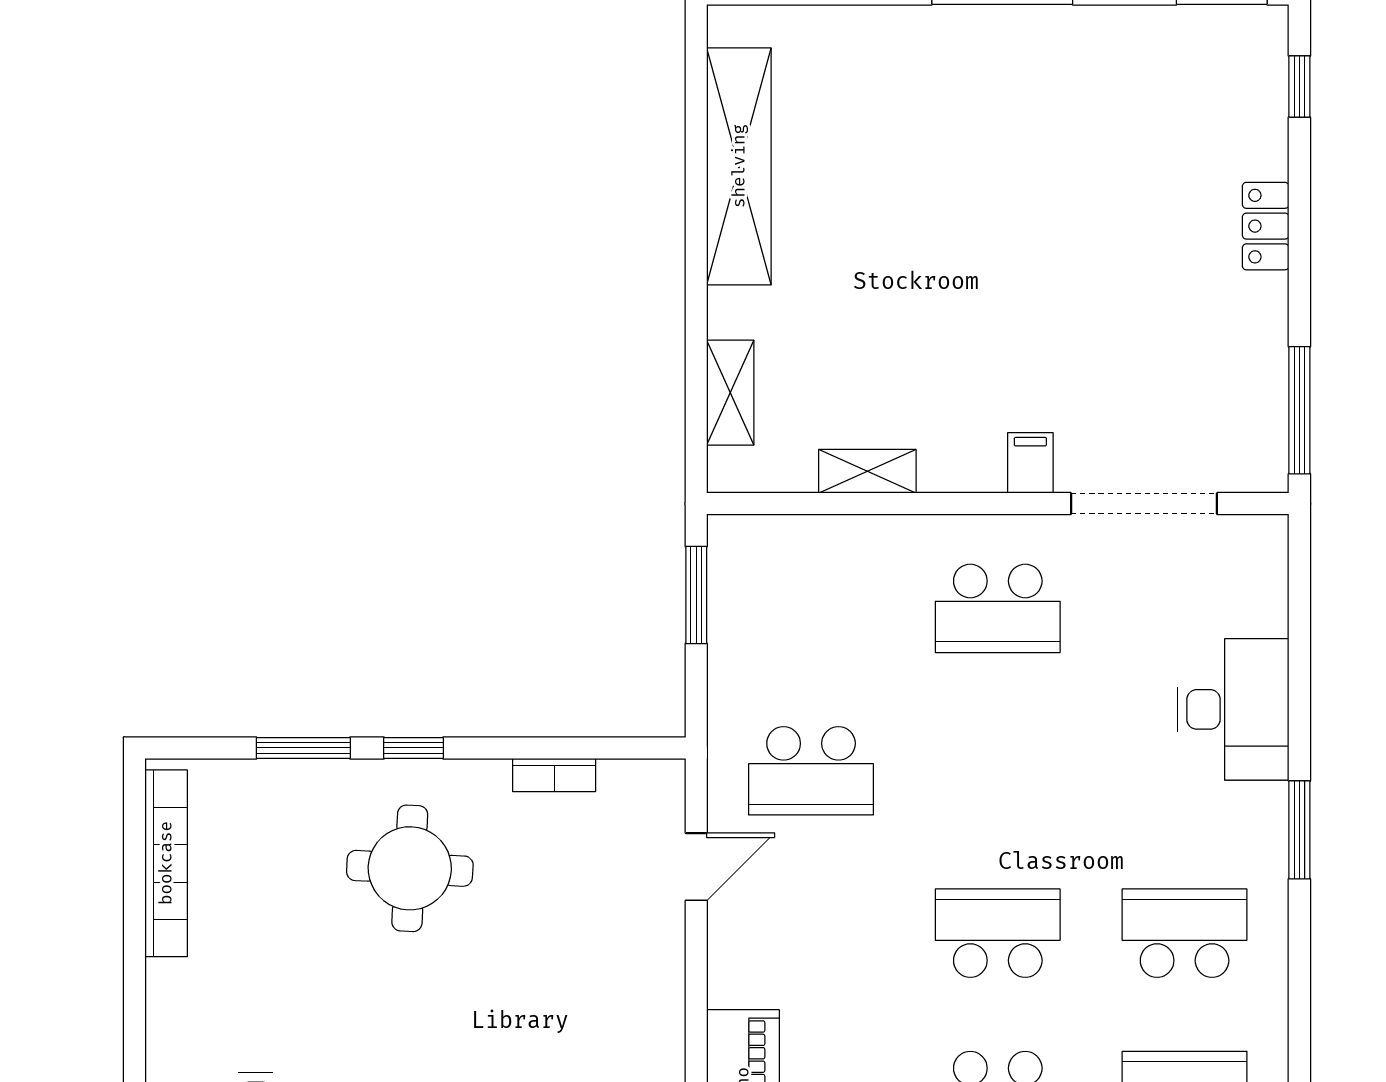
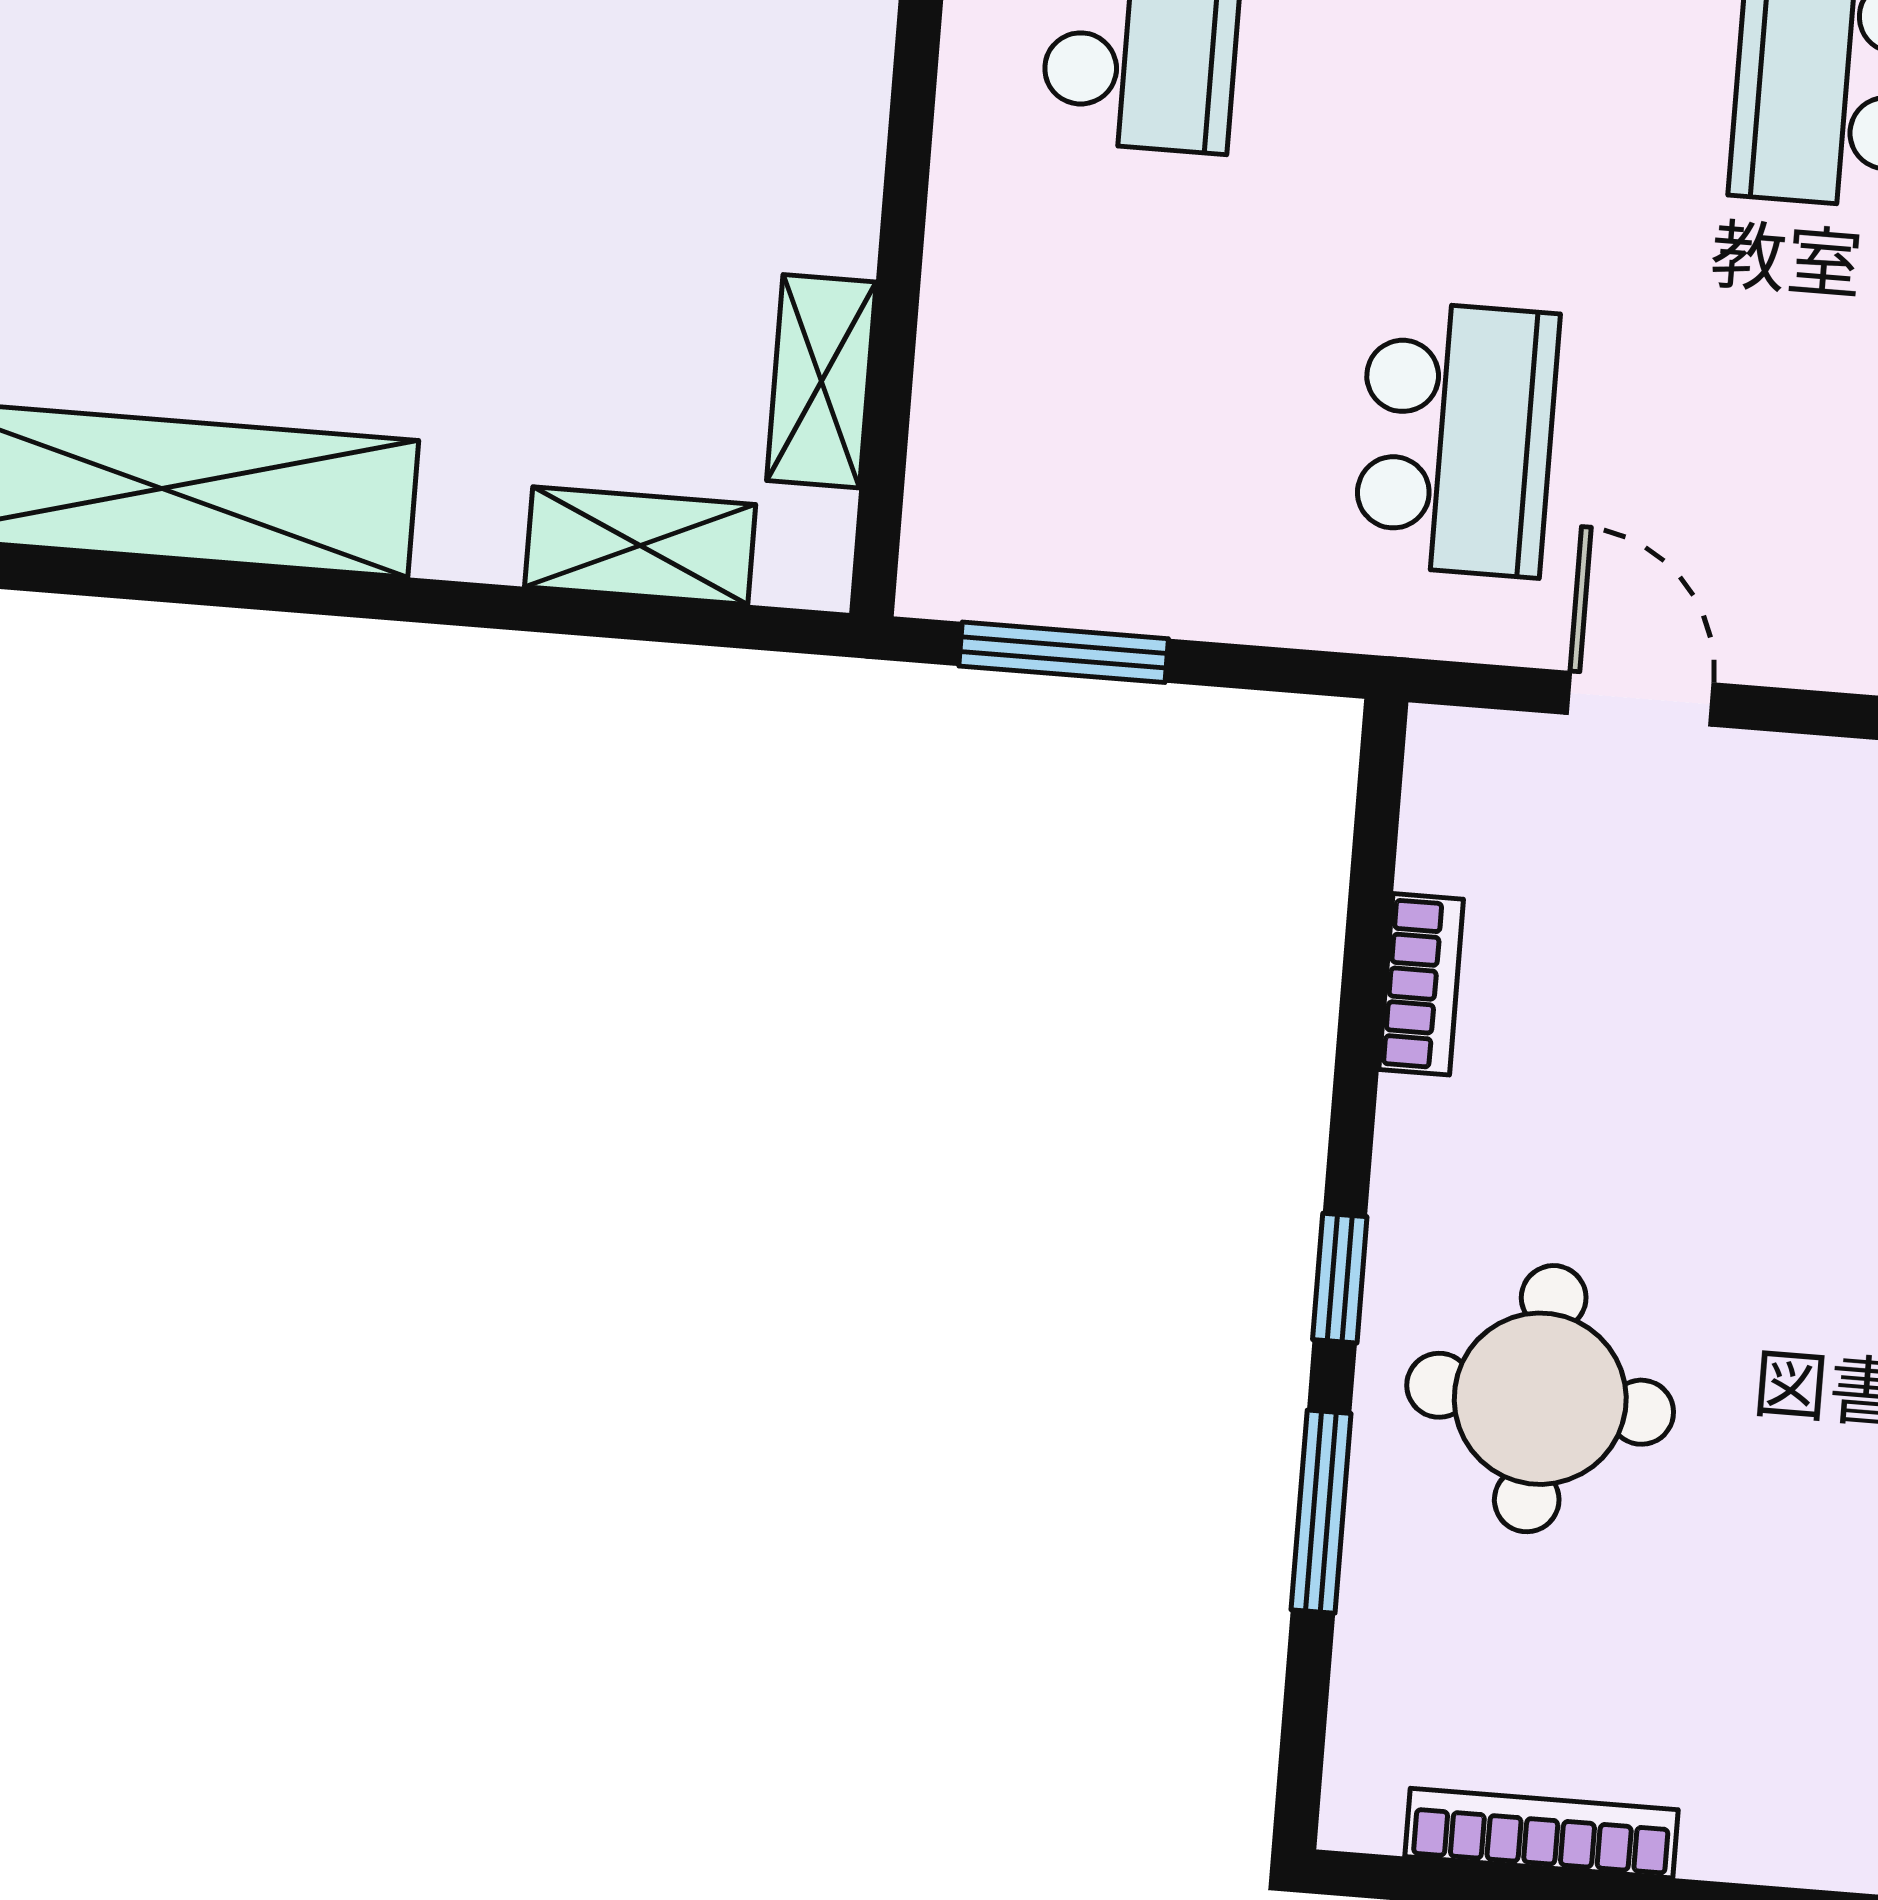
shelving: (867, 471) -> (821, 381), moved
bookcase: (166, 863) -> (1541, 1833), width x0.68, depth x0.76
round table: (410, 868) -> (1540, 1399), moved

